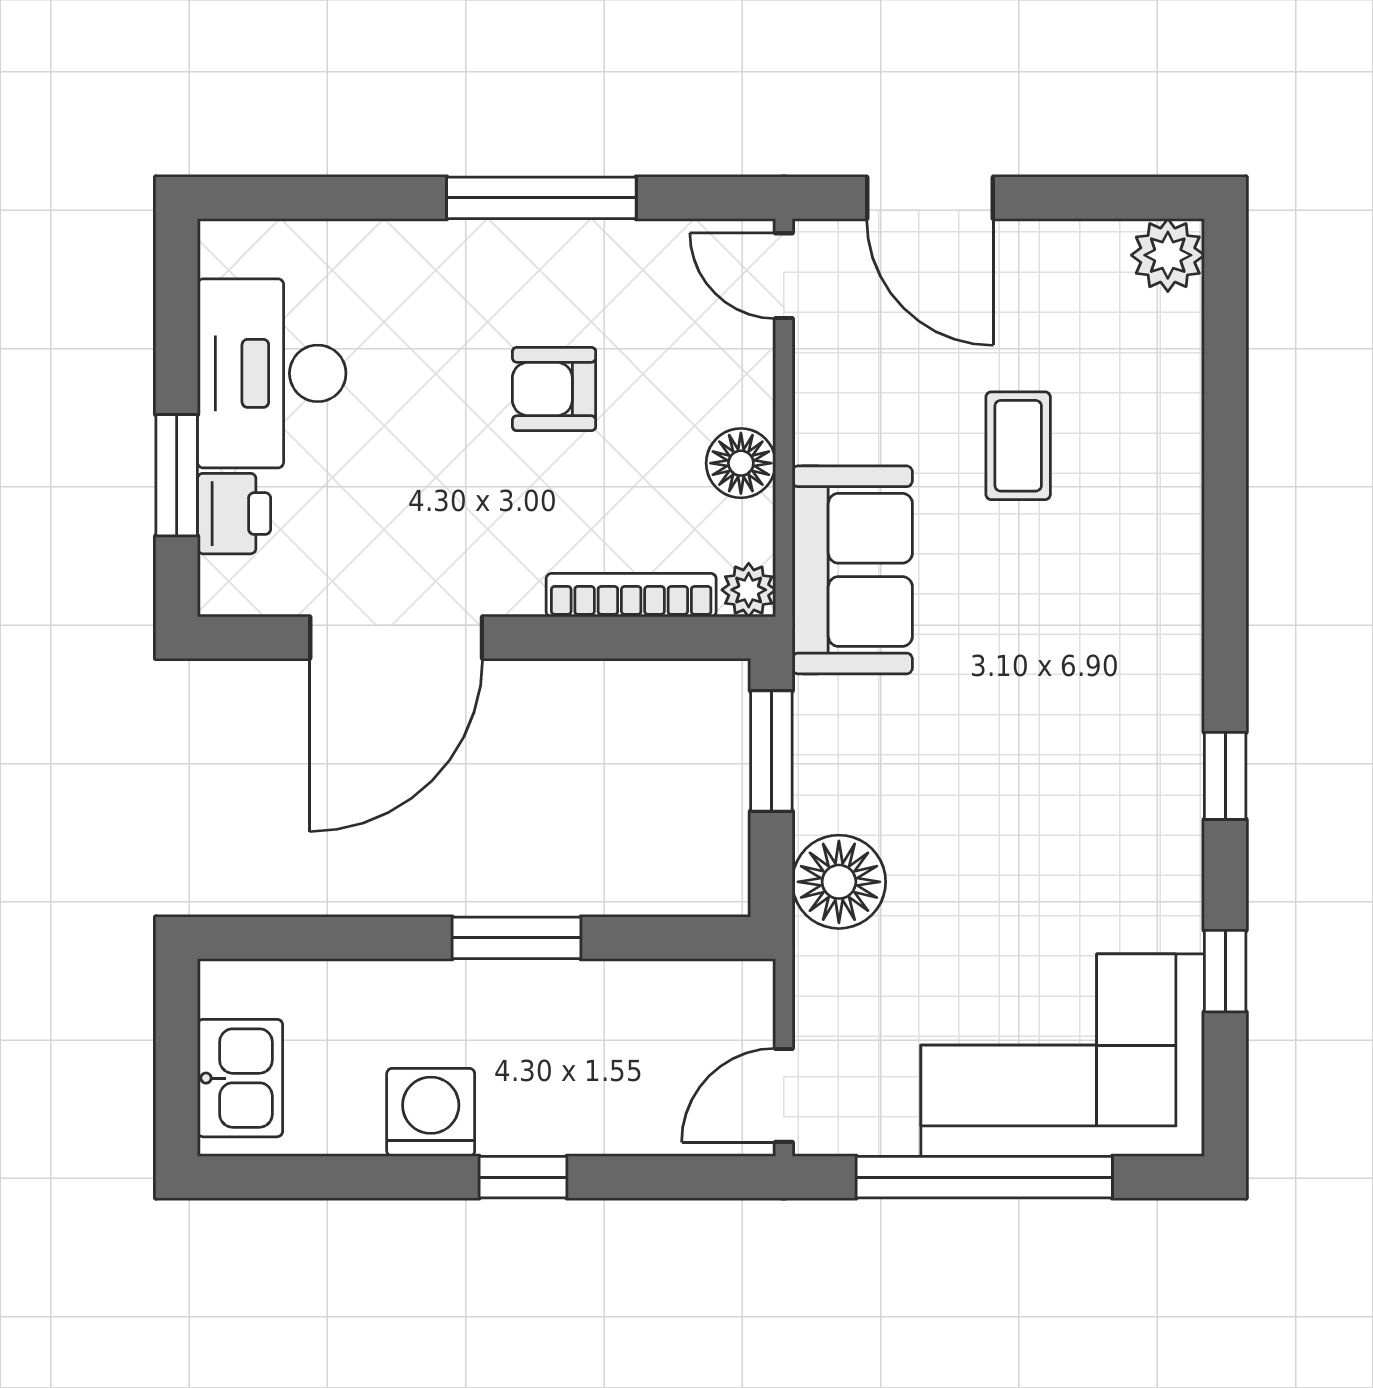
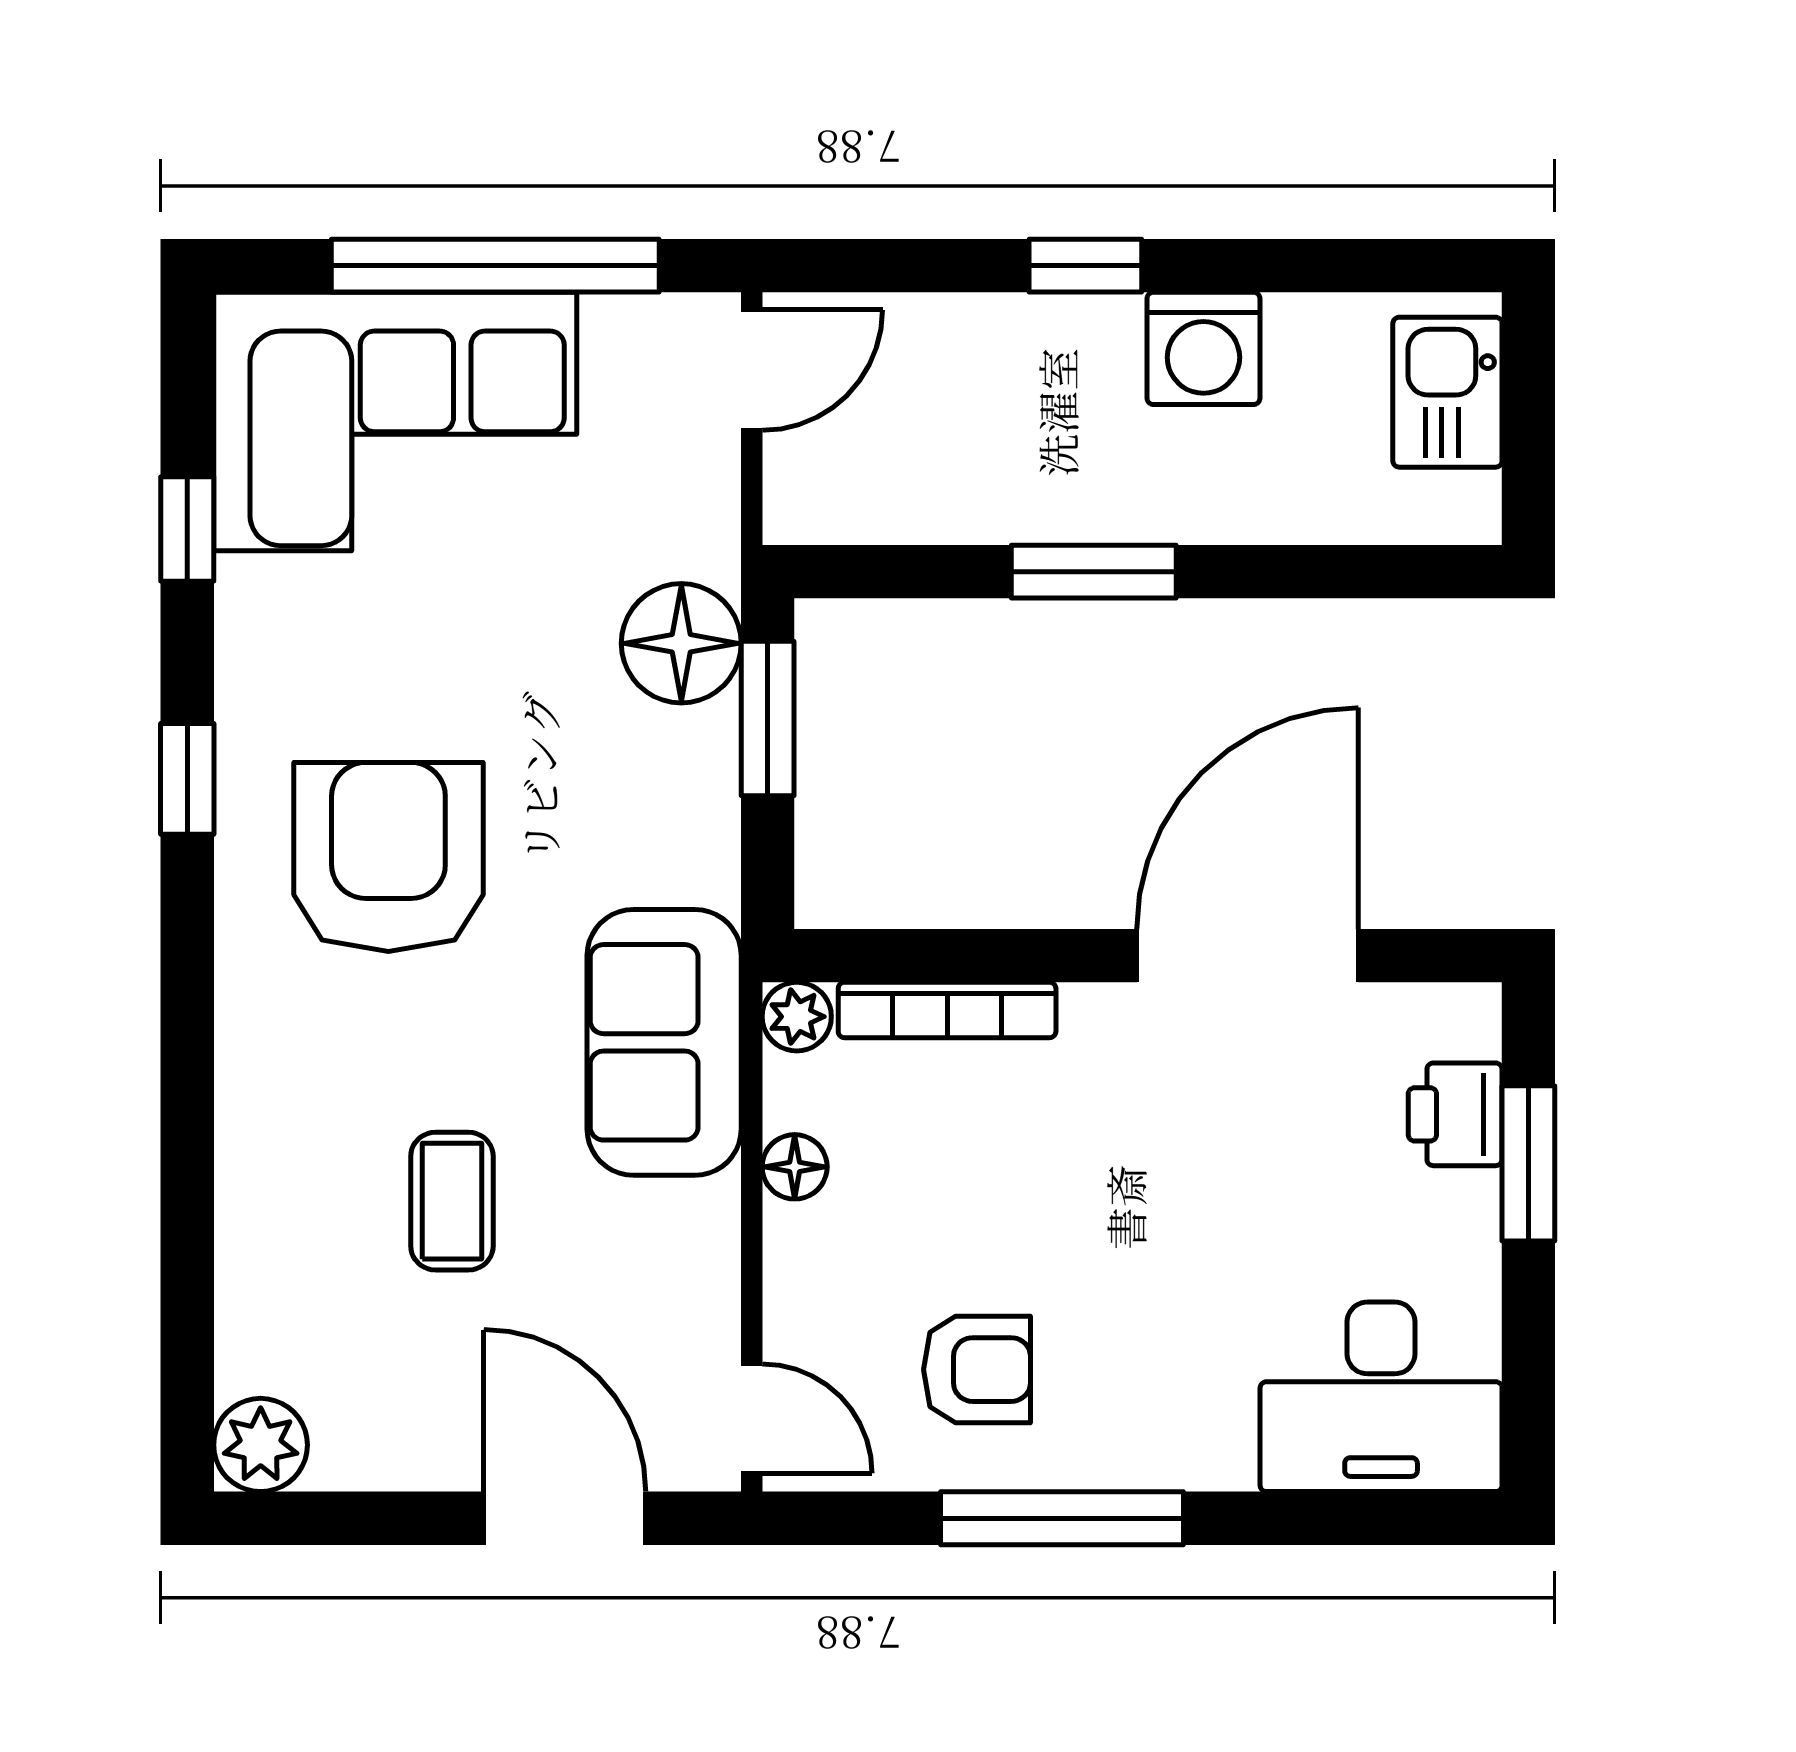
desk: (272, 373) -> (1381, 1397), moved, turned 90
armchair: (554, 389) -> (977, 1370), moved
floor lamp: (741, 463) -> (795, 1167), width x0.73, depth x0.73
armchair: (1068, 715) -> (388, 857), added
window: (771, 751) -> (768, 719), moved

